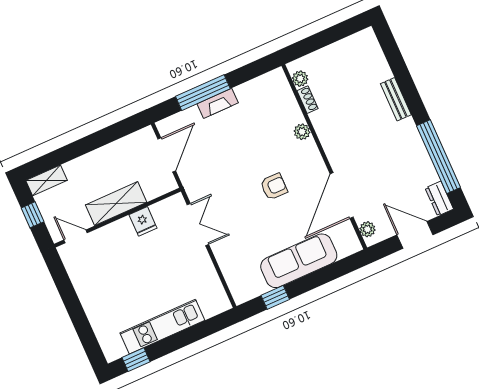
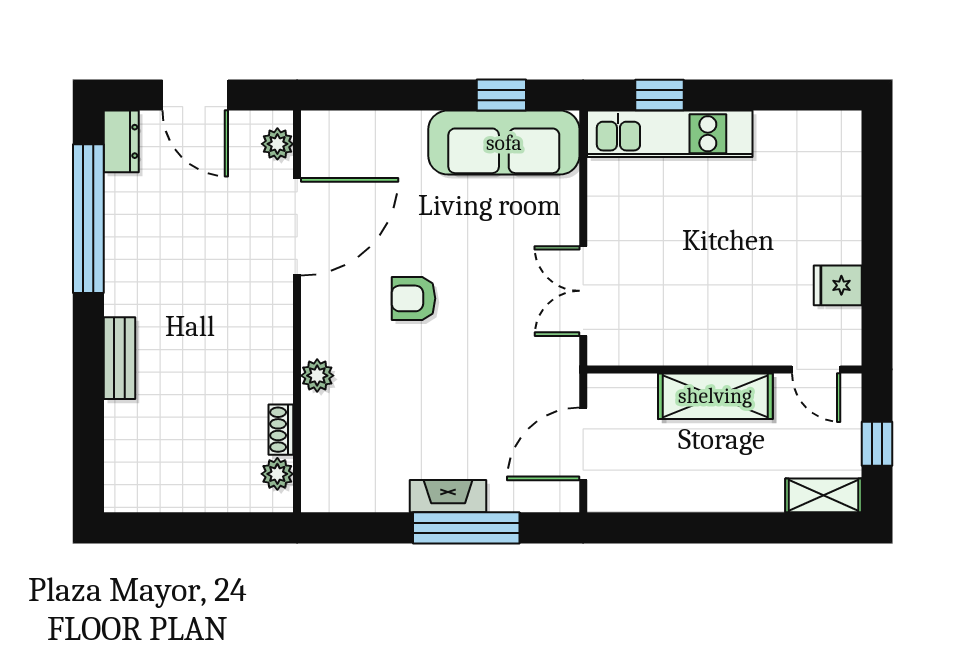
fridge: (143, 221) -> (838, 285), moved, turned -90
sofa: (299, 261) -> (504, 143), moved
kitchen unit: (162, 327) -> (670, 134), moved
window: (136, 360) -> (660, 95), moved

